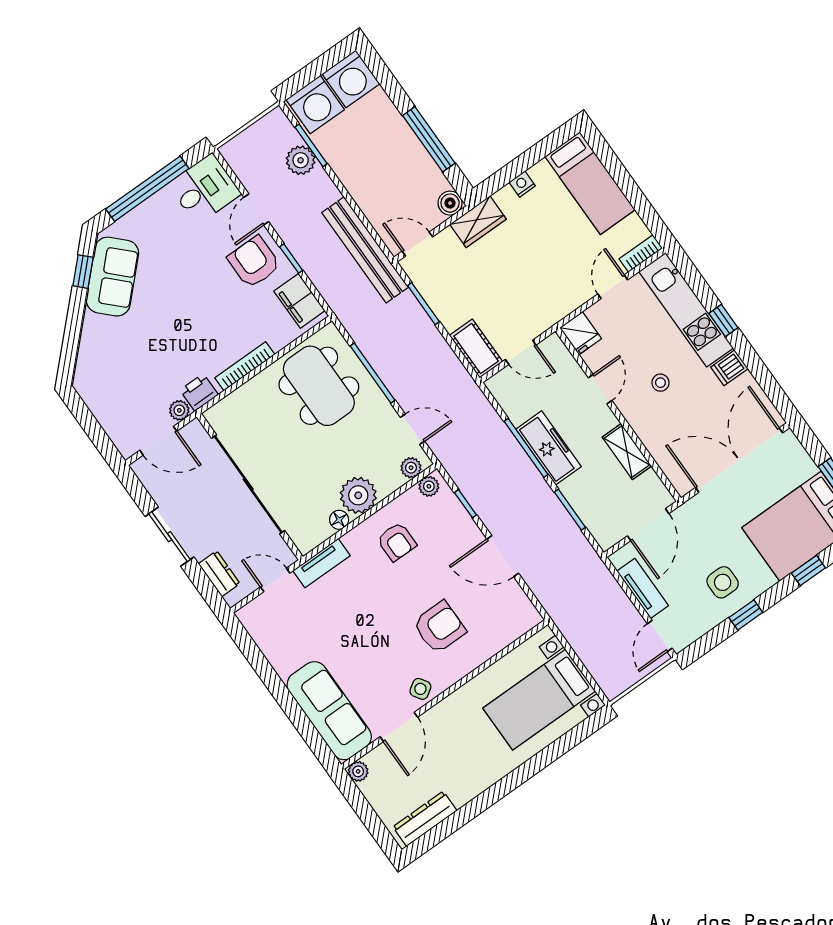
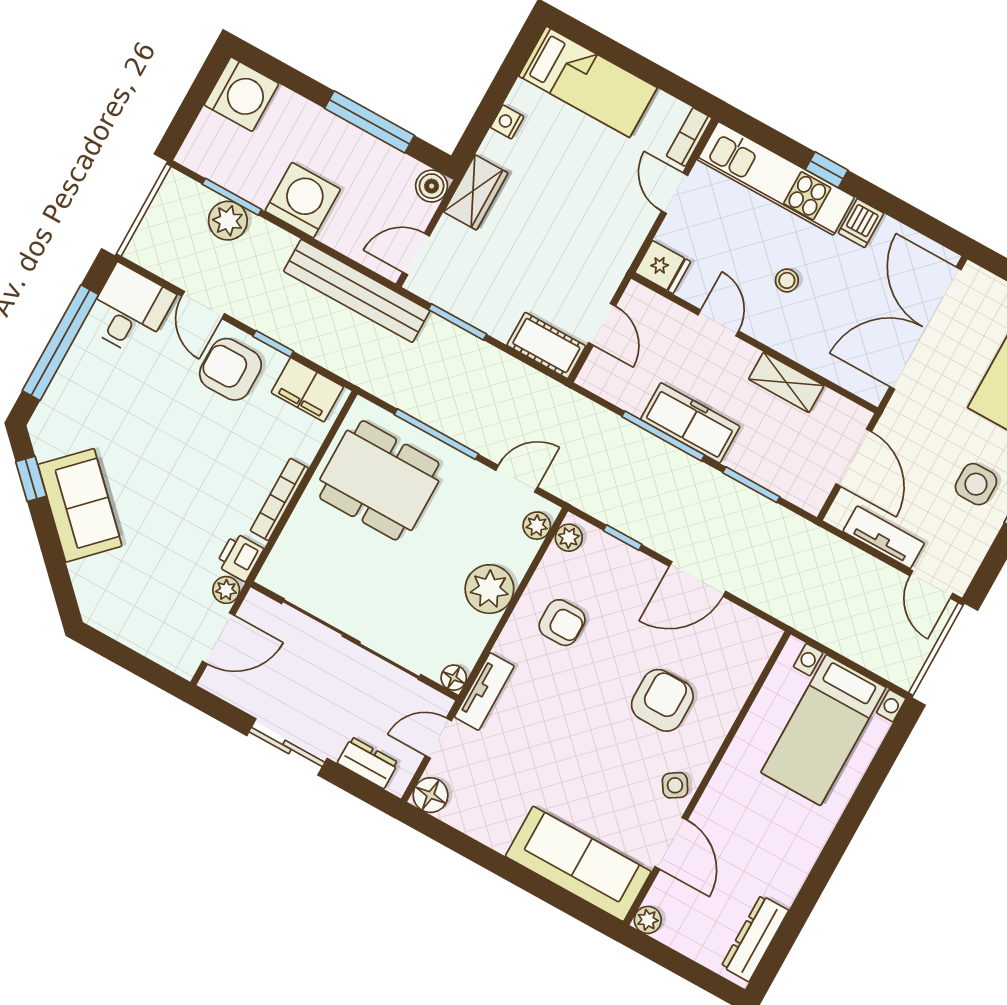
washing machine: (315, 105) -> (303, 200), moved, turned -90
sofa: (112, 277) -> (80, 505), moved
door: (521, 352) -> (602, 324), hinge flipped
floor lamp: (339, 520) -> (454, 678), moved
floor lamp: (251, 616) -> (430, 795), added

